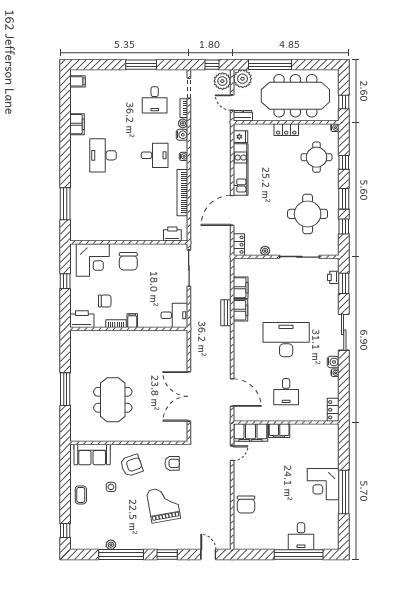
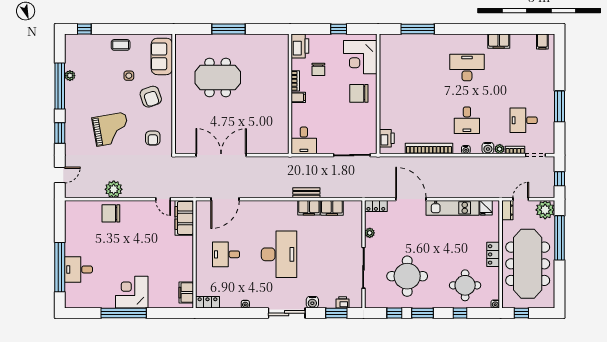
plant: (222, 81) -> (114, 189), moved
water cooler: (333, 362) -> (312, 302), moved
filing cabinet: (279, 431) -> (186, 293), moved

